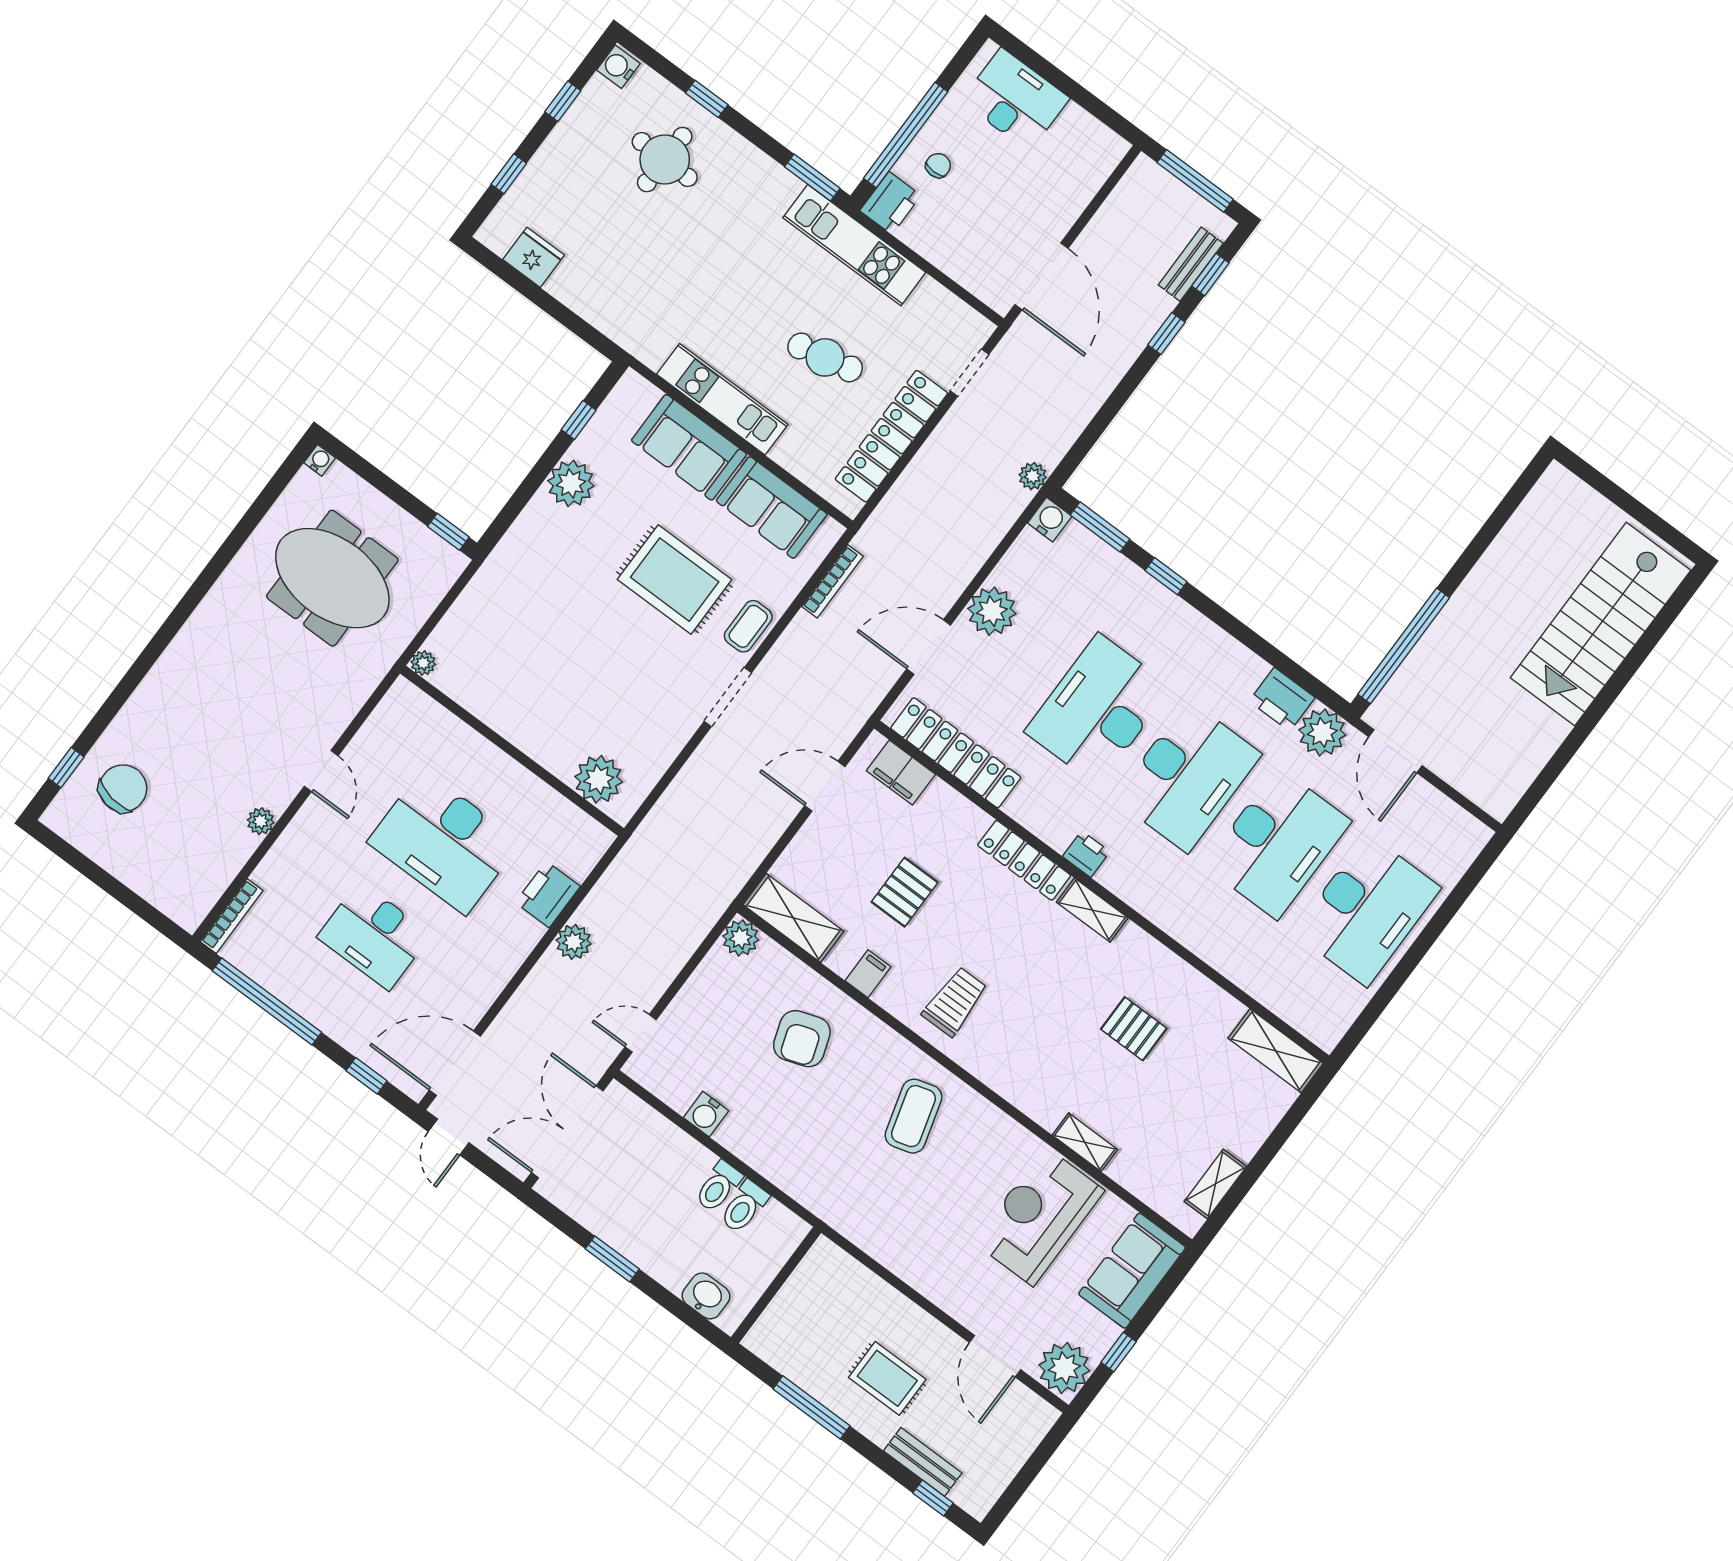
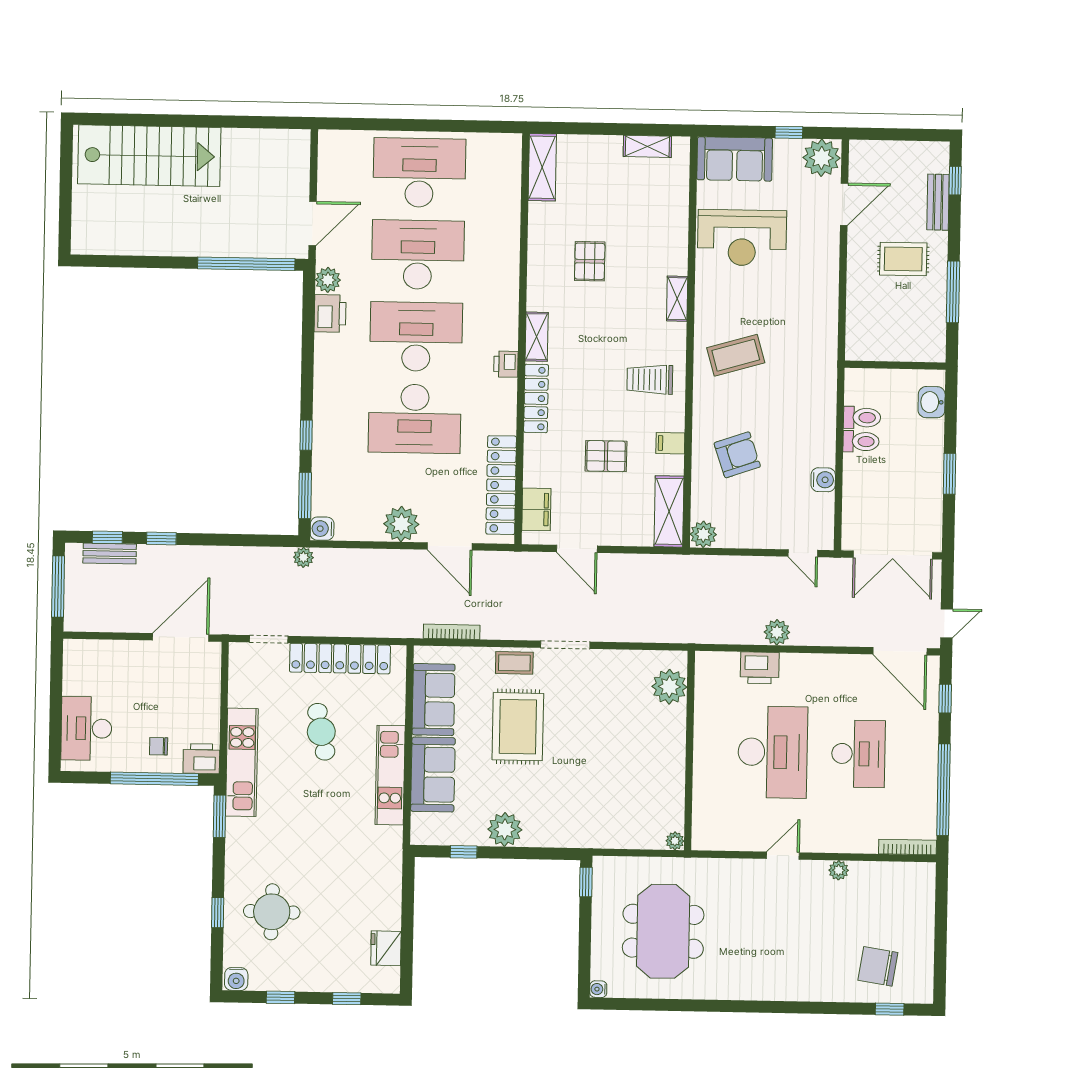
plant: (1322, 732) -> (328, 280), width x0.73, depth x0.73
shelving: (1085, 1142) -> (677, 299), moved
rug: (887, 1378) -> (903, 259), turned 90

